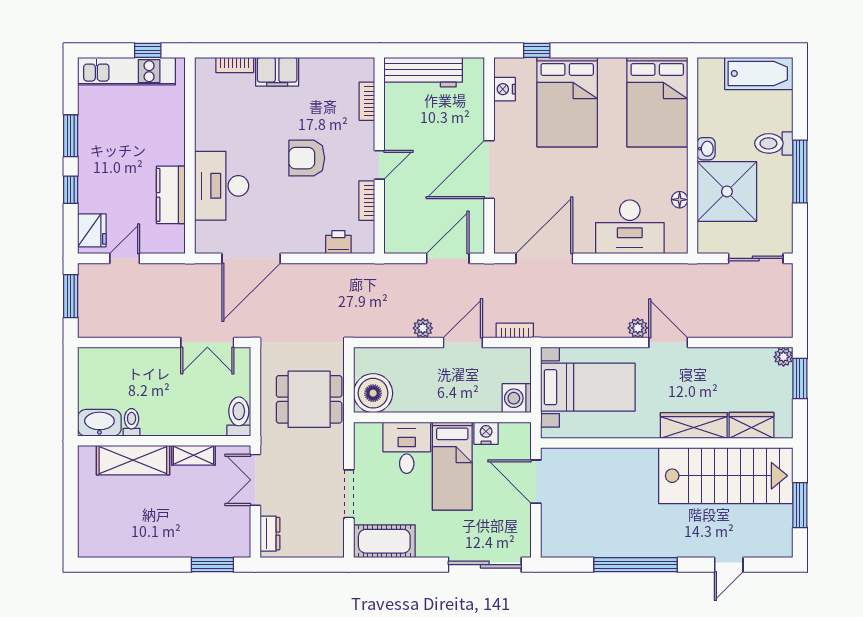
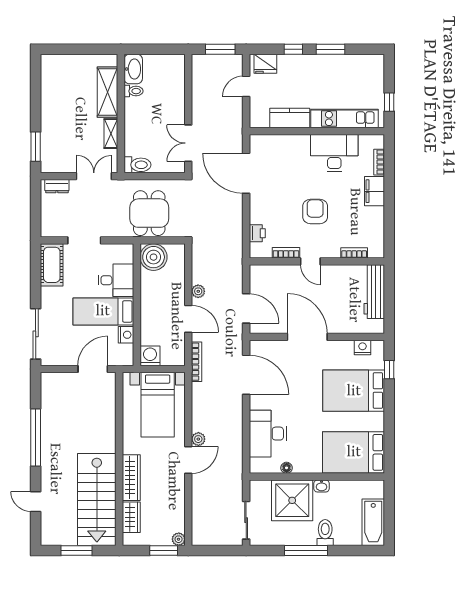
kitchen unit: (127, 71) -> (344, 118), moved, turned 90
desk: (222, 186) -> (334, 153), moved
door: (125, 258) -> (246, 86), swing flipped
bookcase: (515, 330) -> (197, 362), width x1.56

